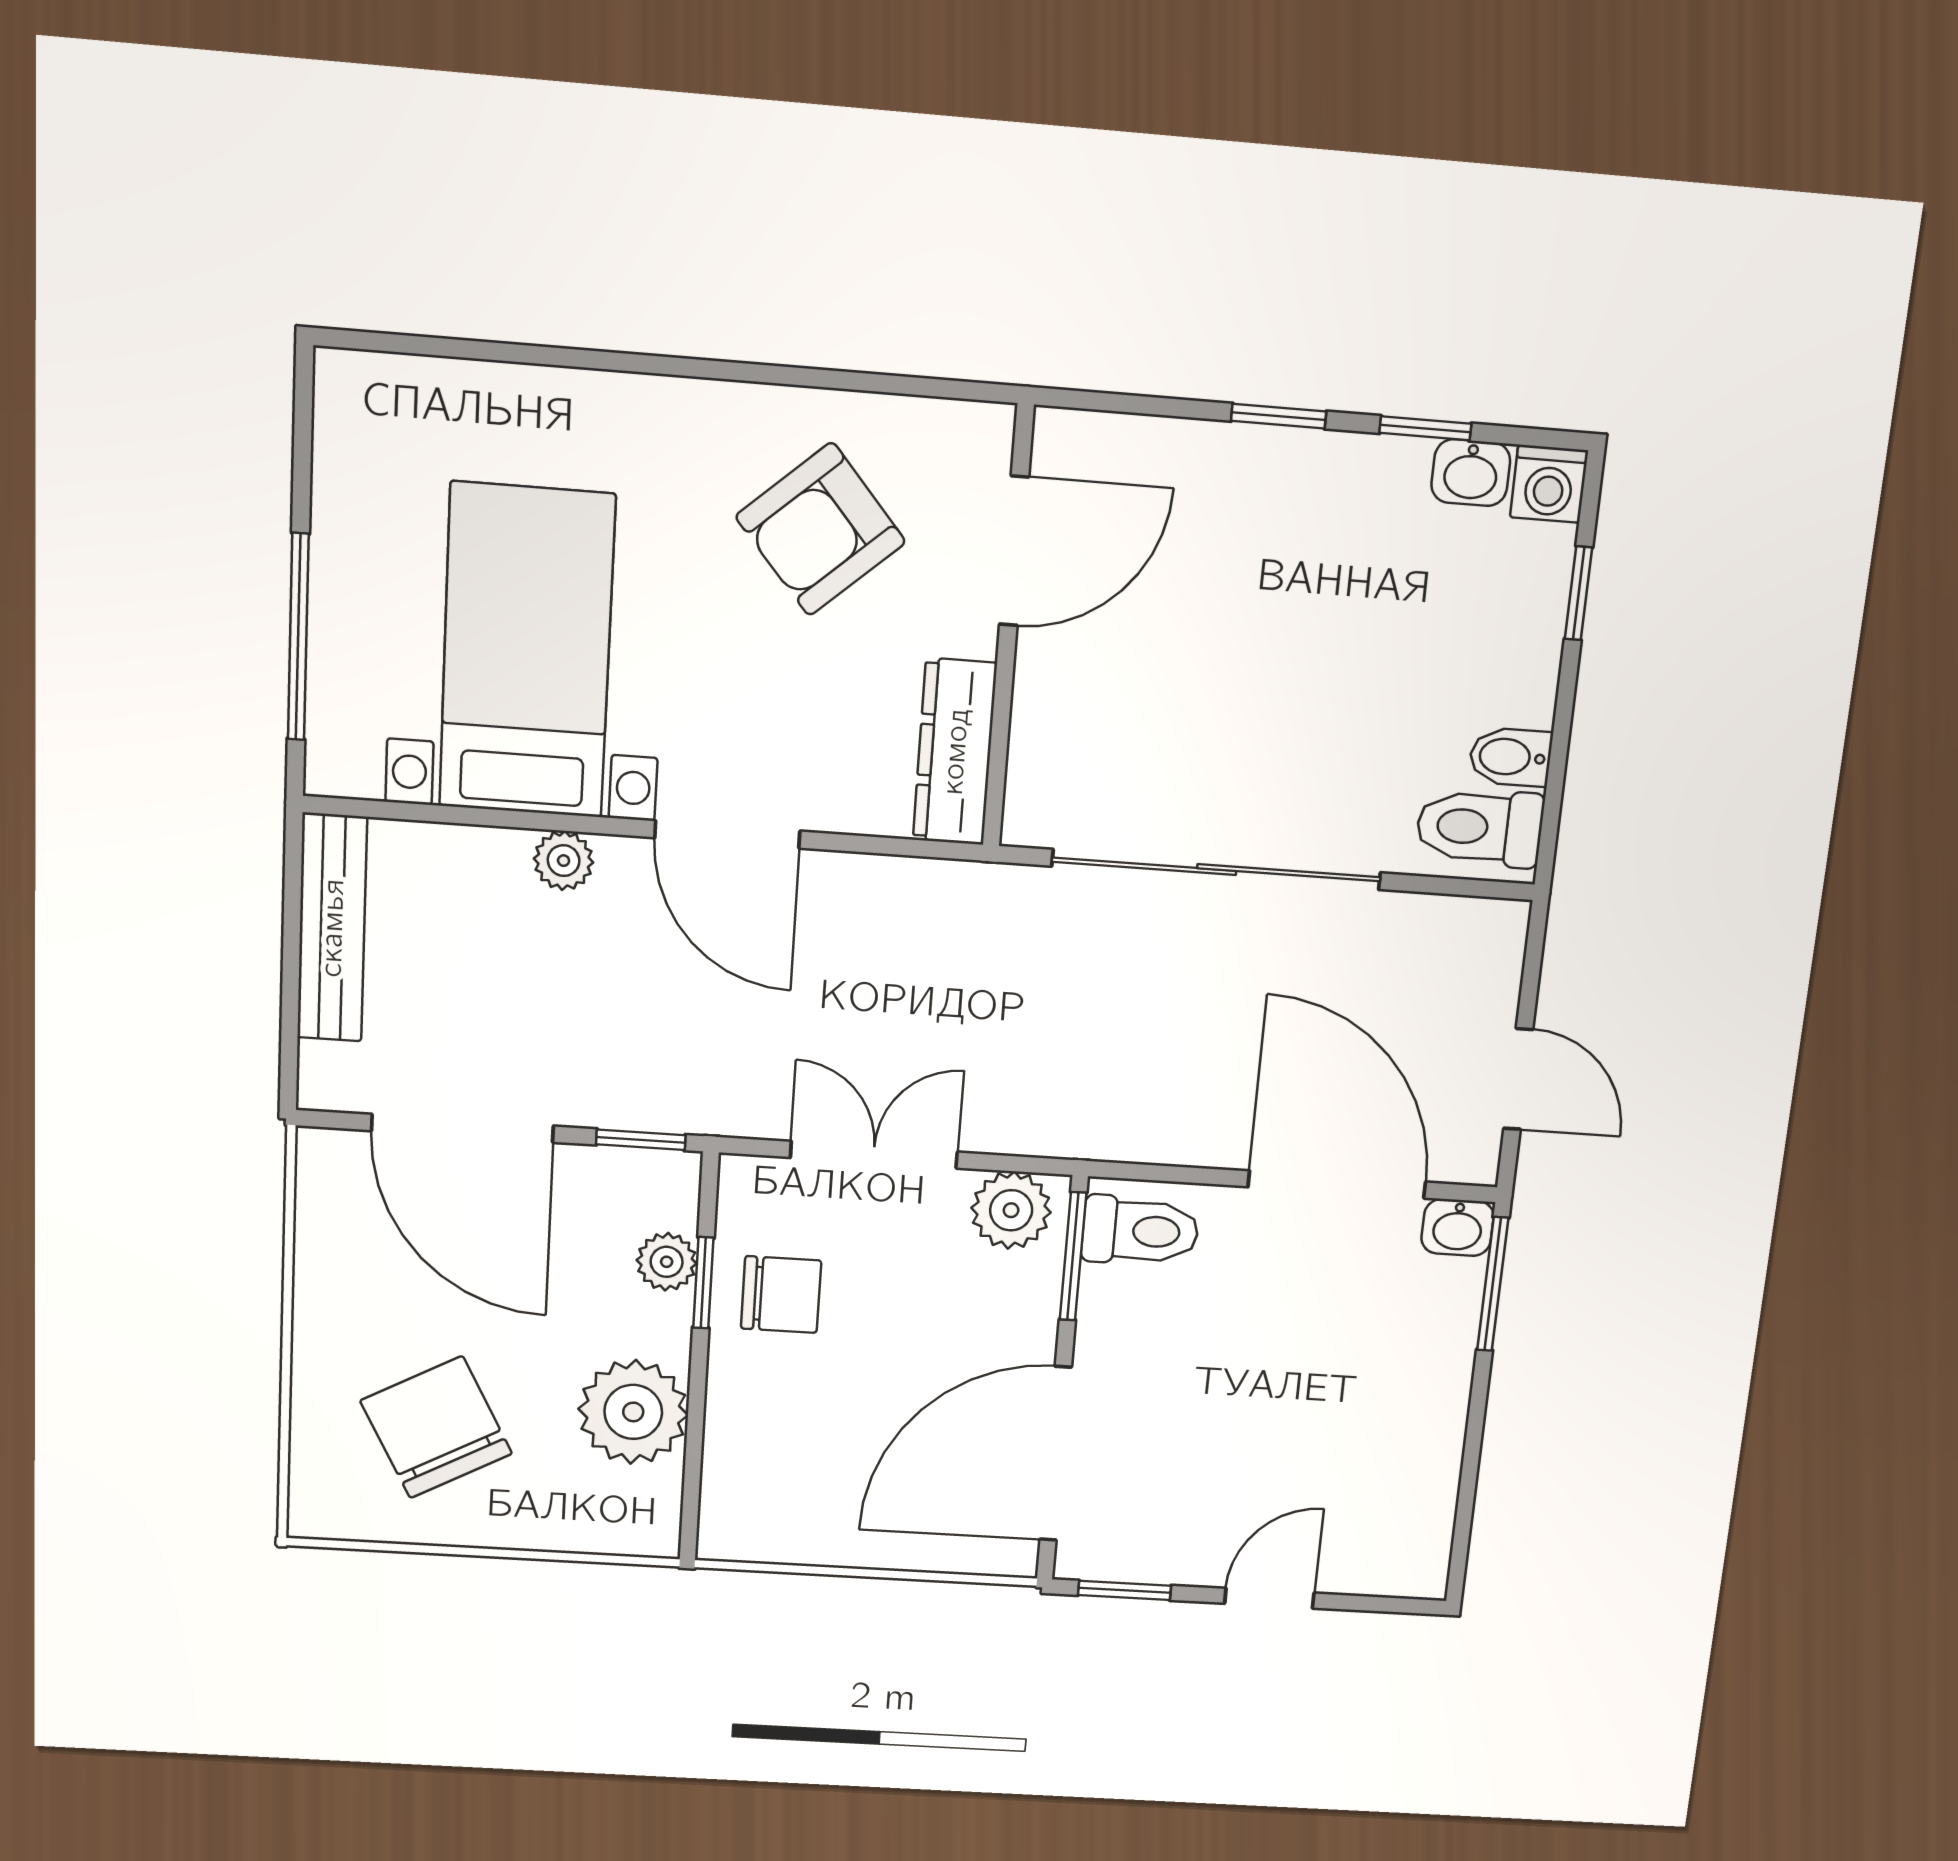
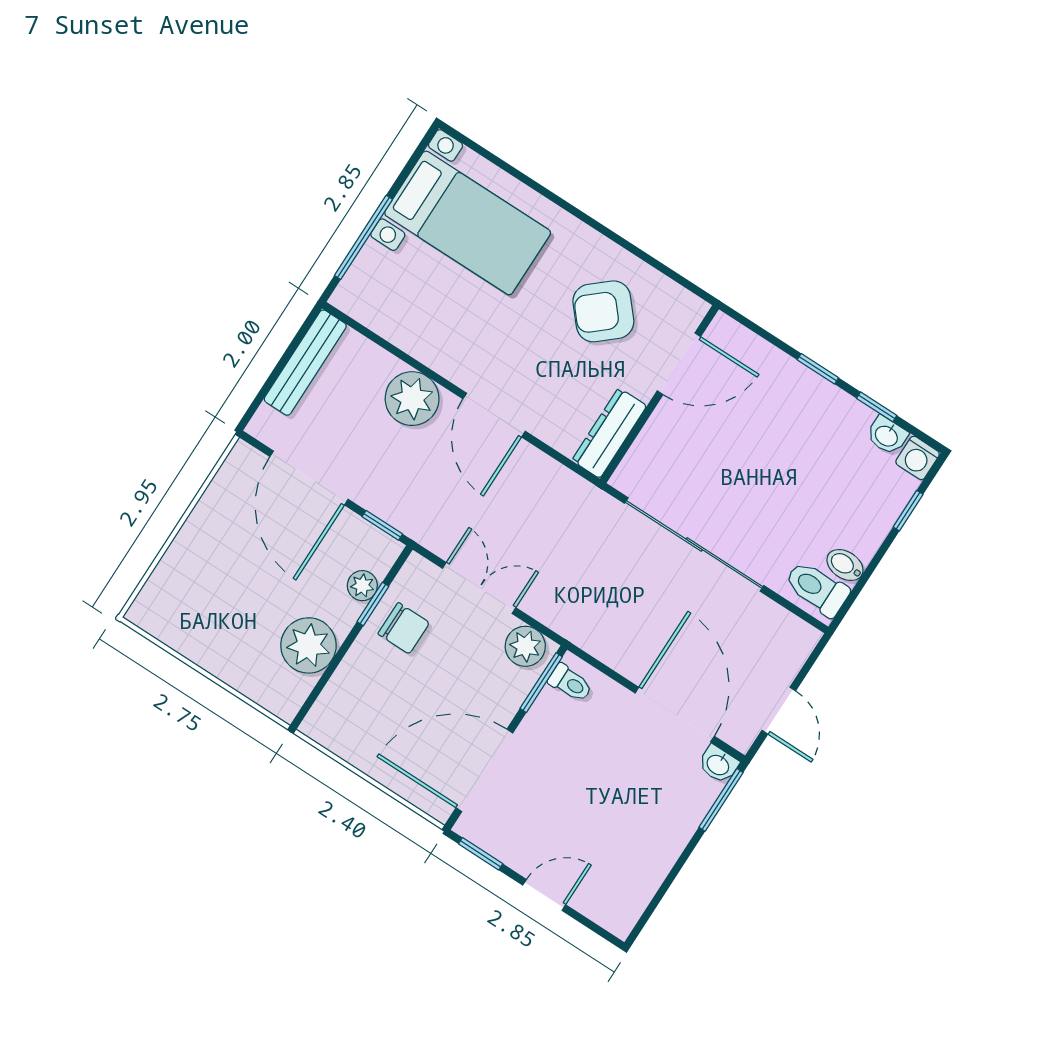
bed with nightstands: (527, 651) -> (468, 223), moved, turned 90
plant: (564, 861) -> (412, 399), width x1.87, depth x1.87
toilet: (1140, 1231) -> (570, 683), width x0.73, depth x0.72
chair: (436, 1427) -> (218, 604), removed

